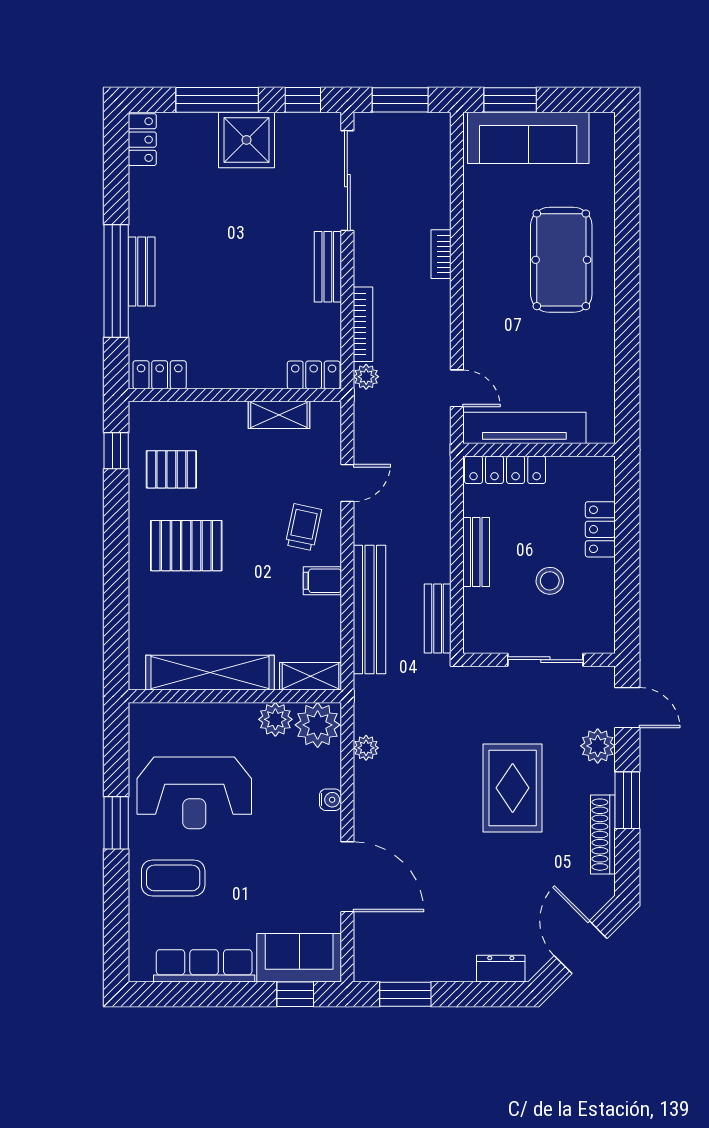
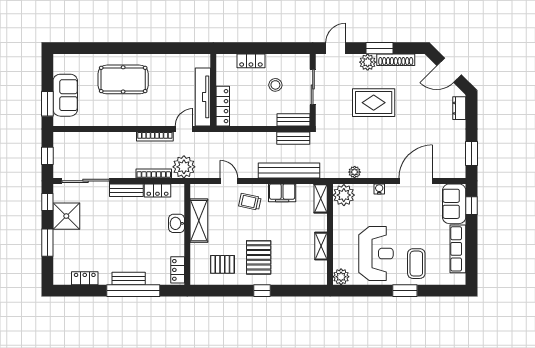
window: (217, 100) -> (47, 243), width x0.69
window: (400, 100) -> (47, 156), width x0.67
sofa: (528, 138) -> (65, 95), width x0.73
locker: (142, 140) -> (85, 278), moved
shower: (246, 140) -> (66, 216), moved
bookcase: (441, 254) -> (155, 137), moved, width x1.56
washbasin: (258, 372) -> (177, 223), added
locker: (314, 375) -> (157, 190), moved, turned -90
plant: (366, 377) -> (184, 167), width x1.88, depth x1.88
shelving: (279, 415) -> (199, 221), width x1.50, depth x1.33
window: (116, 451) -> (262, 291), moved
pallet: (171, 469) -> (222, 264), turned 90
bench: (476, 552) -> (293, 120), moved
filing cabinet: (322, 581) -> (282, 193), width x2.00
shelving: (210, 673) -> (321, 246), width x0.45, depth x0.75
plant: (275, 719) -> (341, 277), moved
plant: (598, 746) -> (368, 62), moved
window: (116, 823) -> (405, 291), moved

